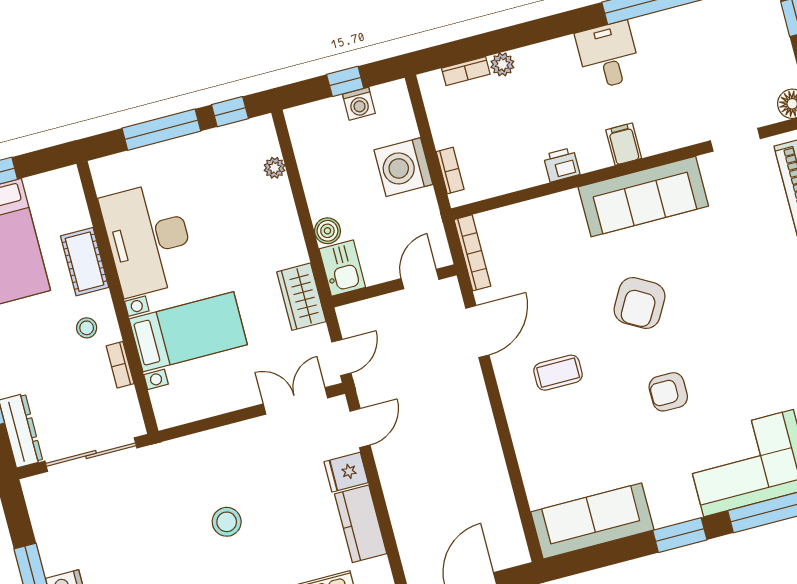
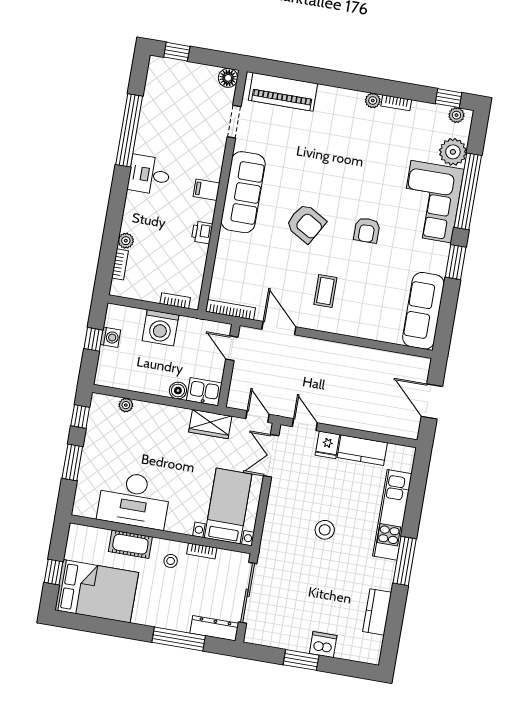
window: (161, 130) -> (72, 462), width x0.69
bed with nightstands: (188, 332) -> (228, 506), moved

